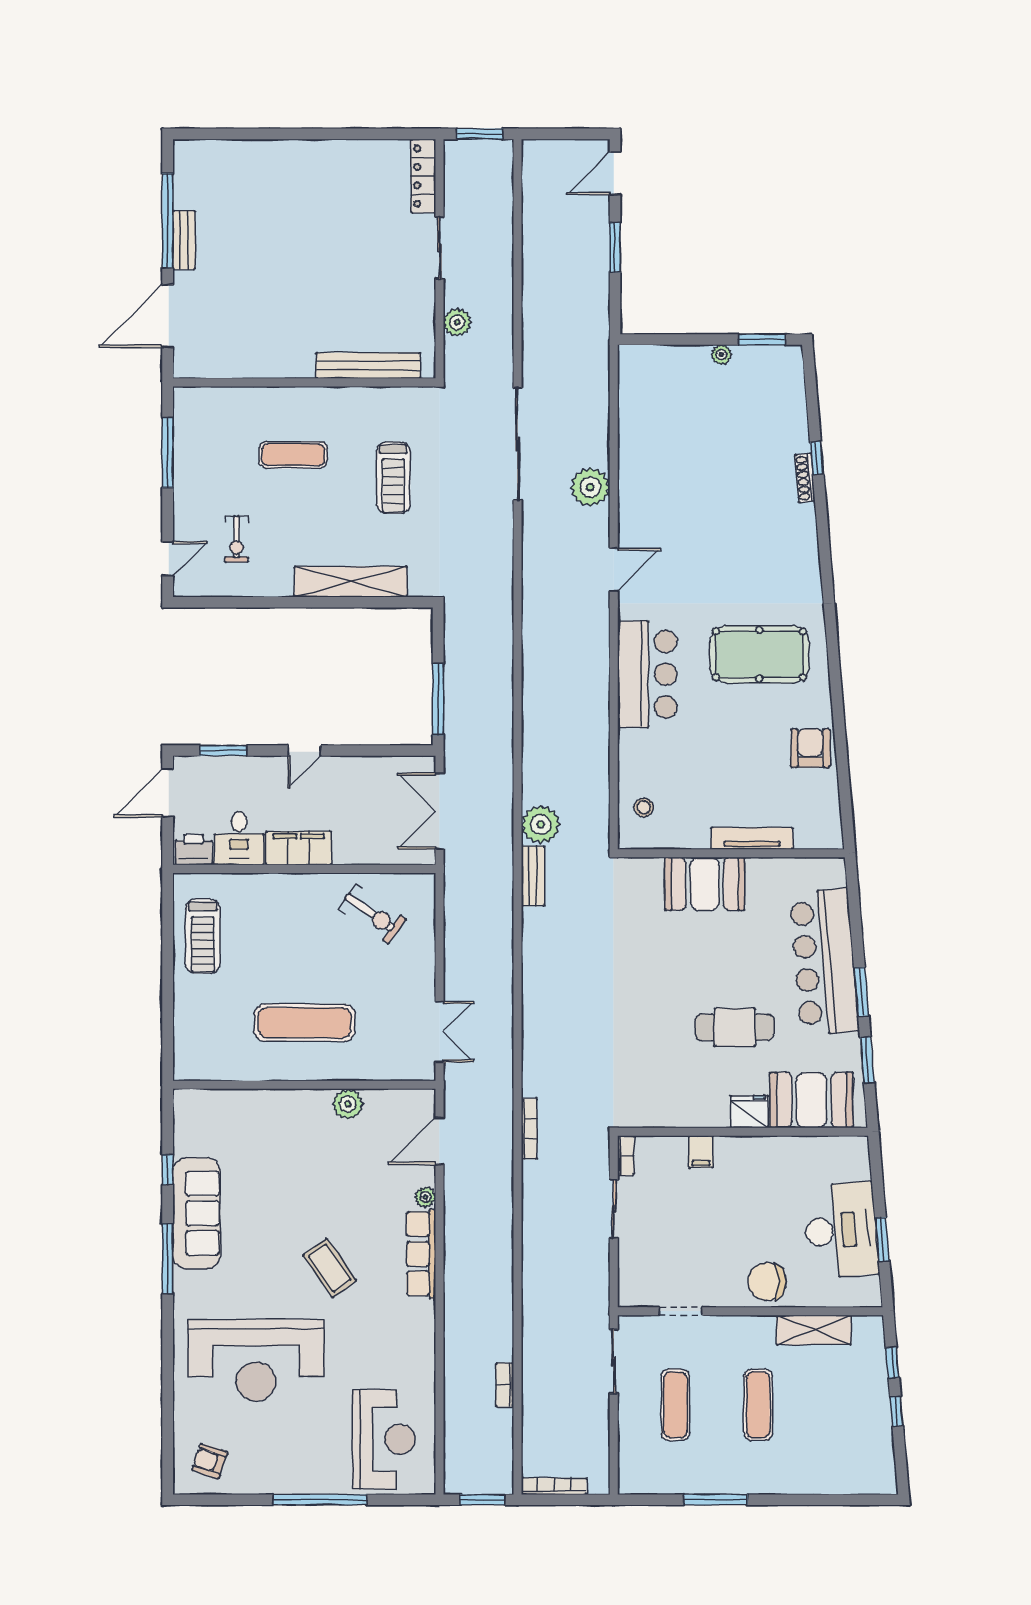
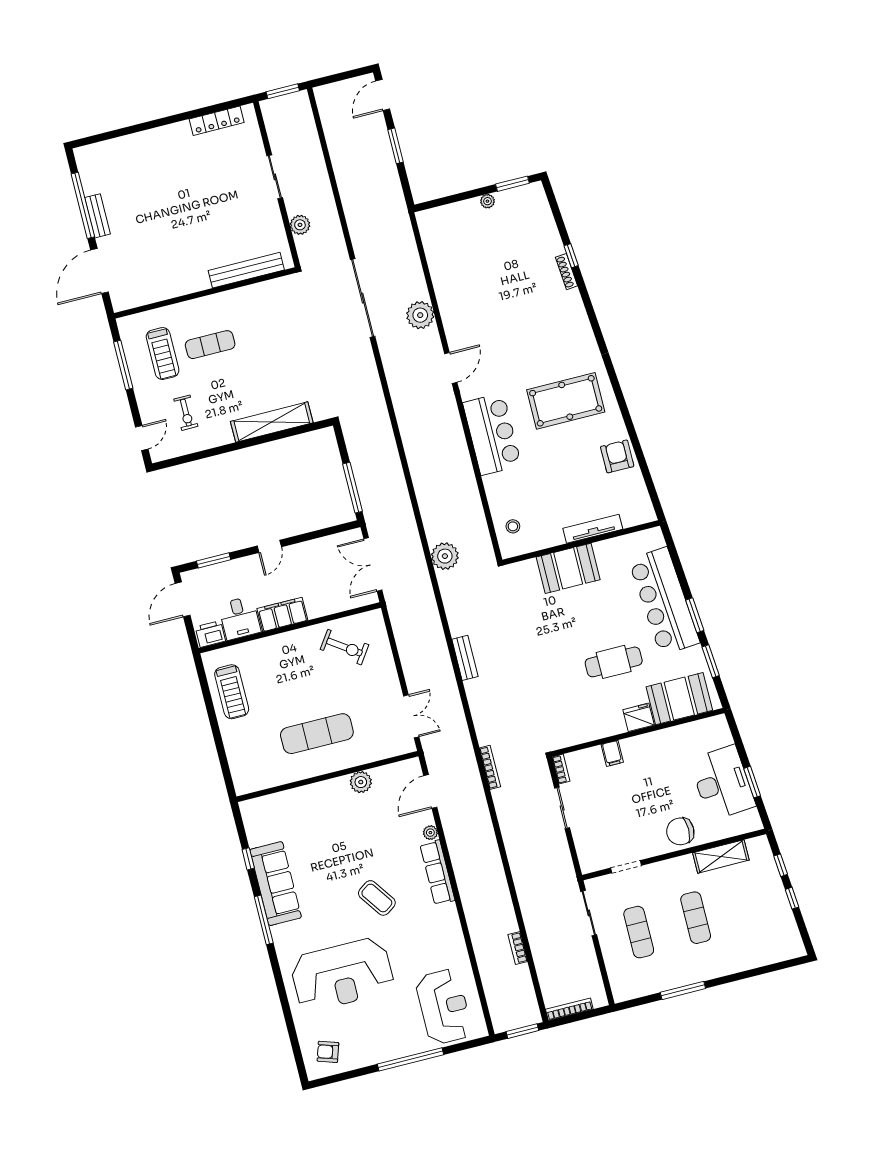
locker: (423, 176) -> (217, 121), moved, turned -90
treadmill: (393, 478) -> (163, 354), moved
bench: (533, 876) -> (465, 658), moved

